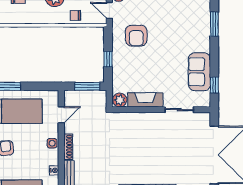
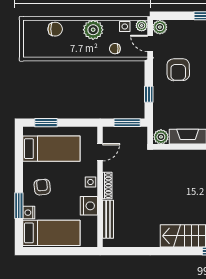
nightstand: (54, 170) -> (89, 206), width x1.89, depth x1.79

